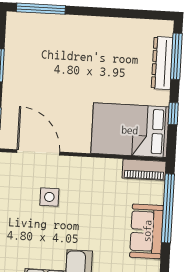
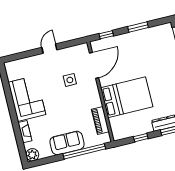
bed: (130, 130) -> (127, 97), moved, turned 90
piano: (144, 170) -> (100, 120), moved

